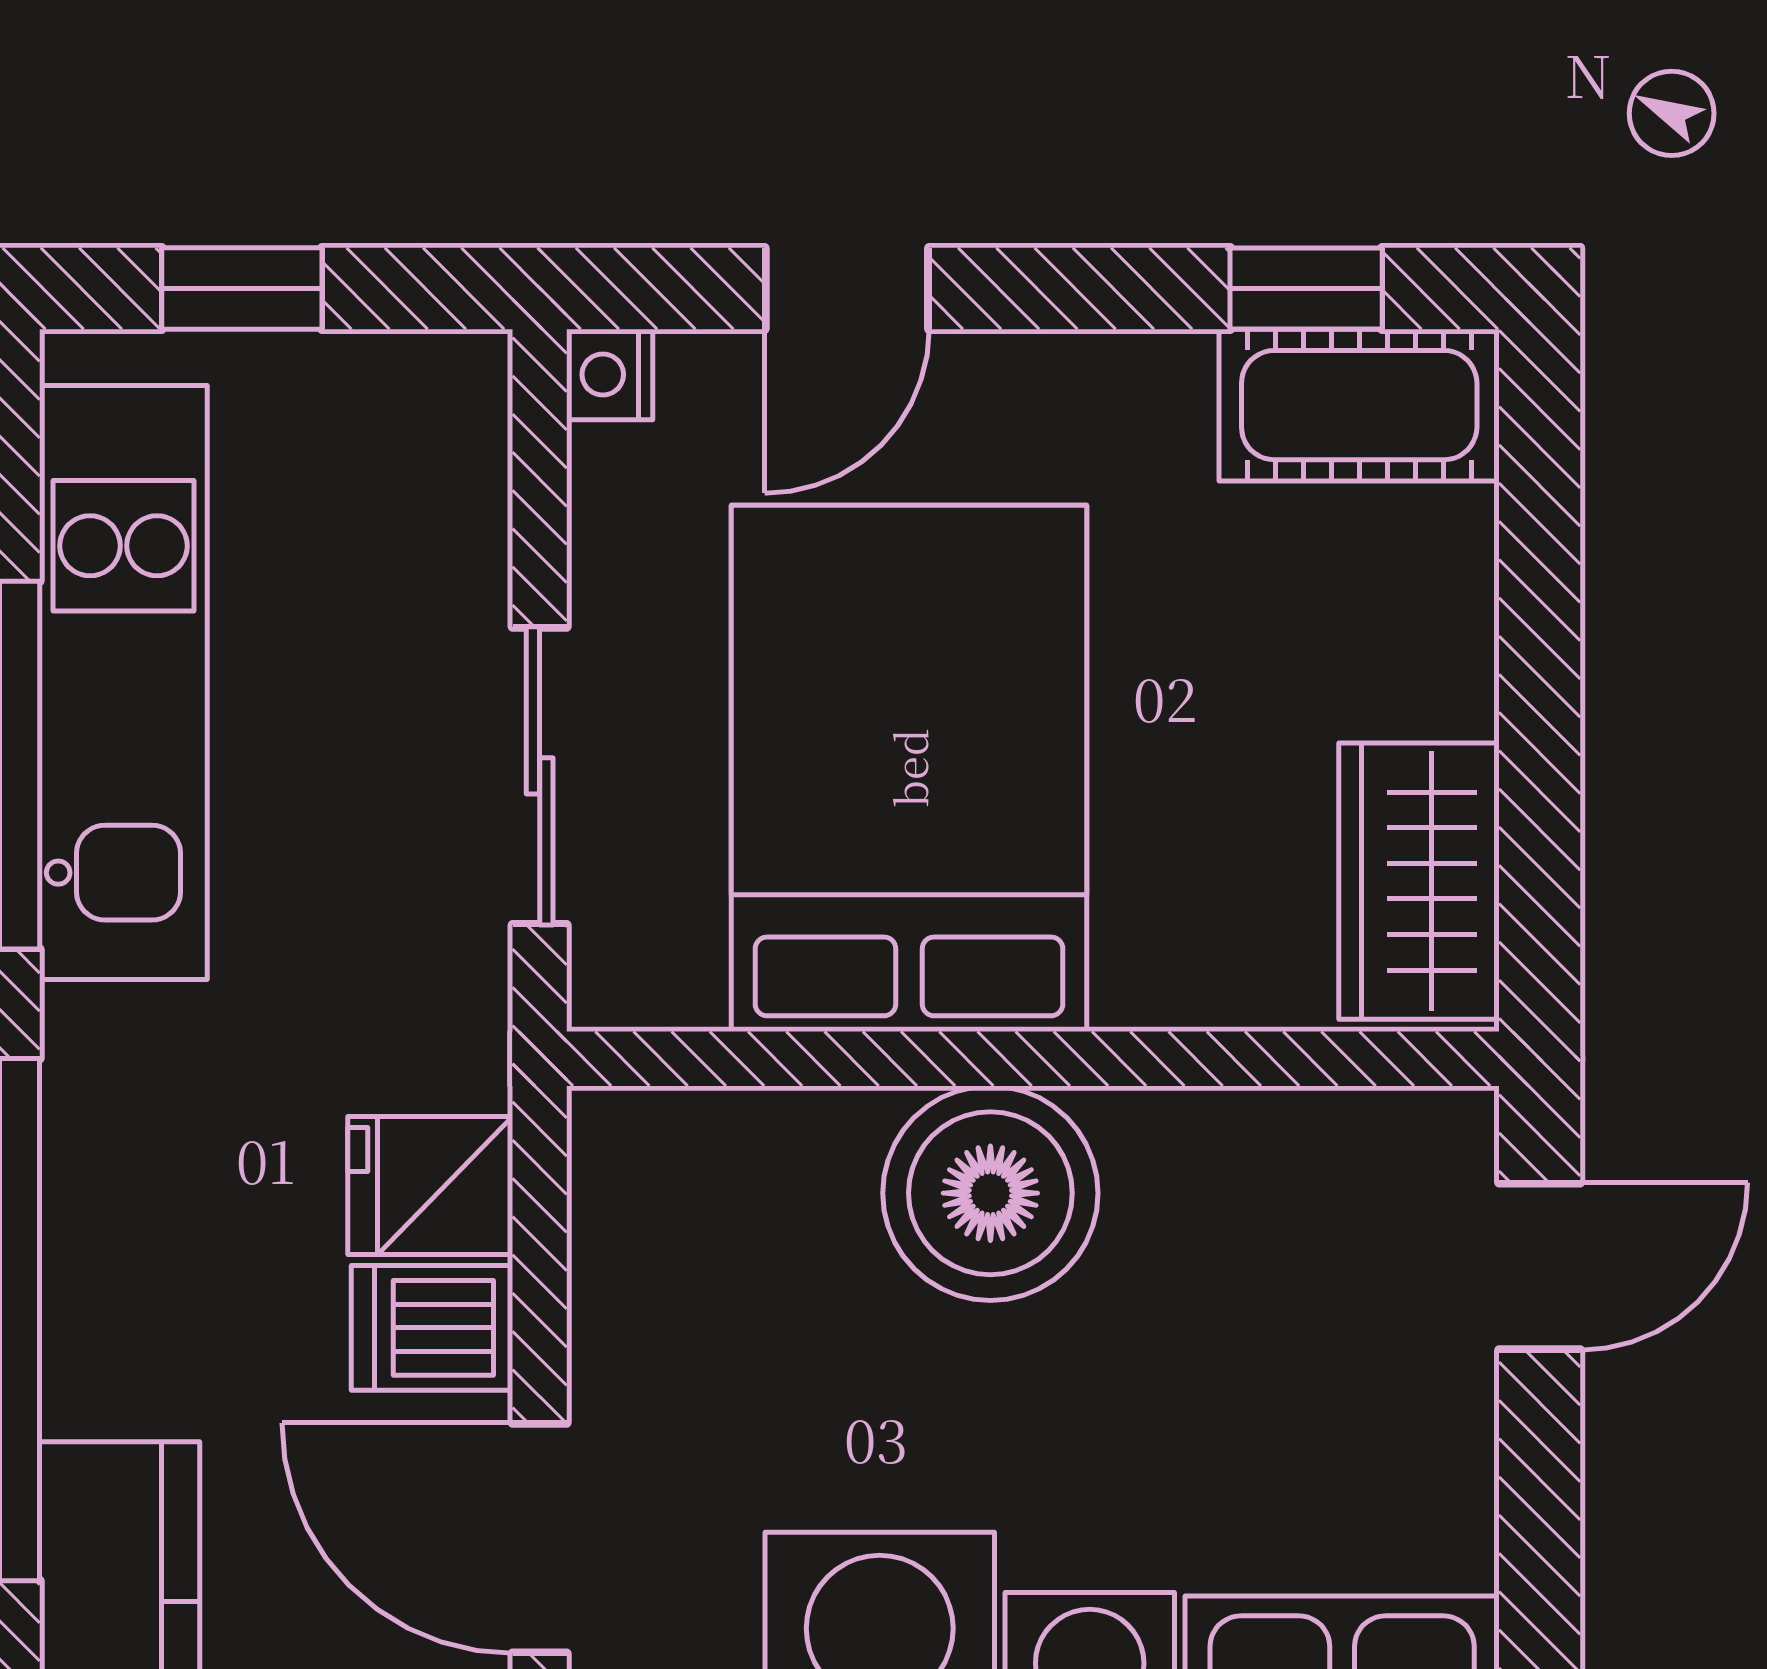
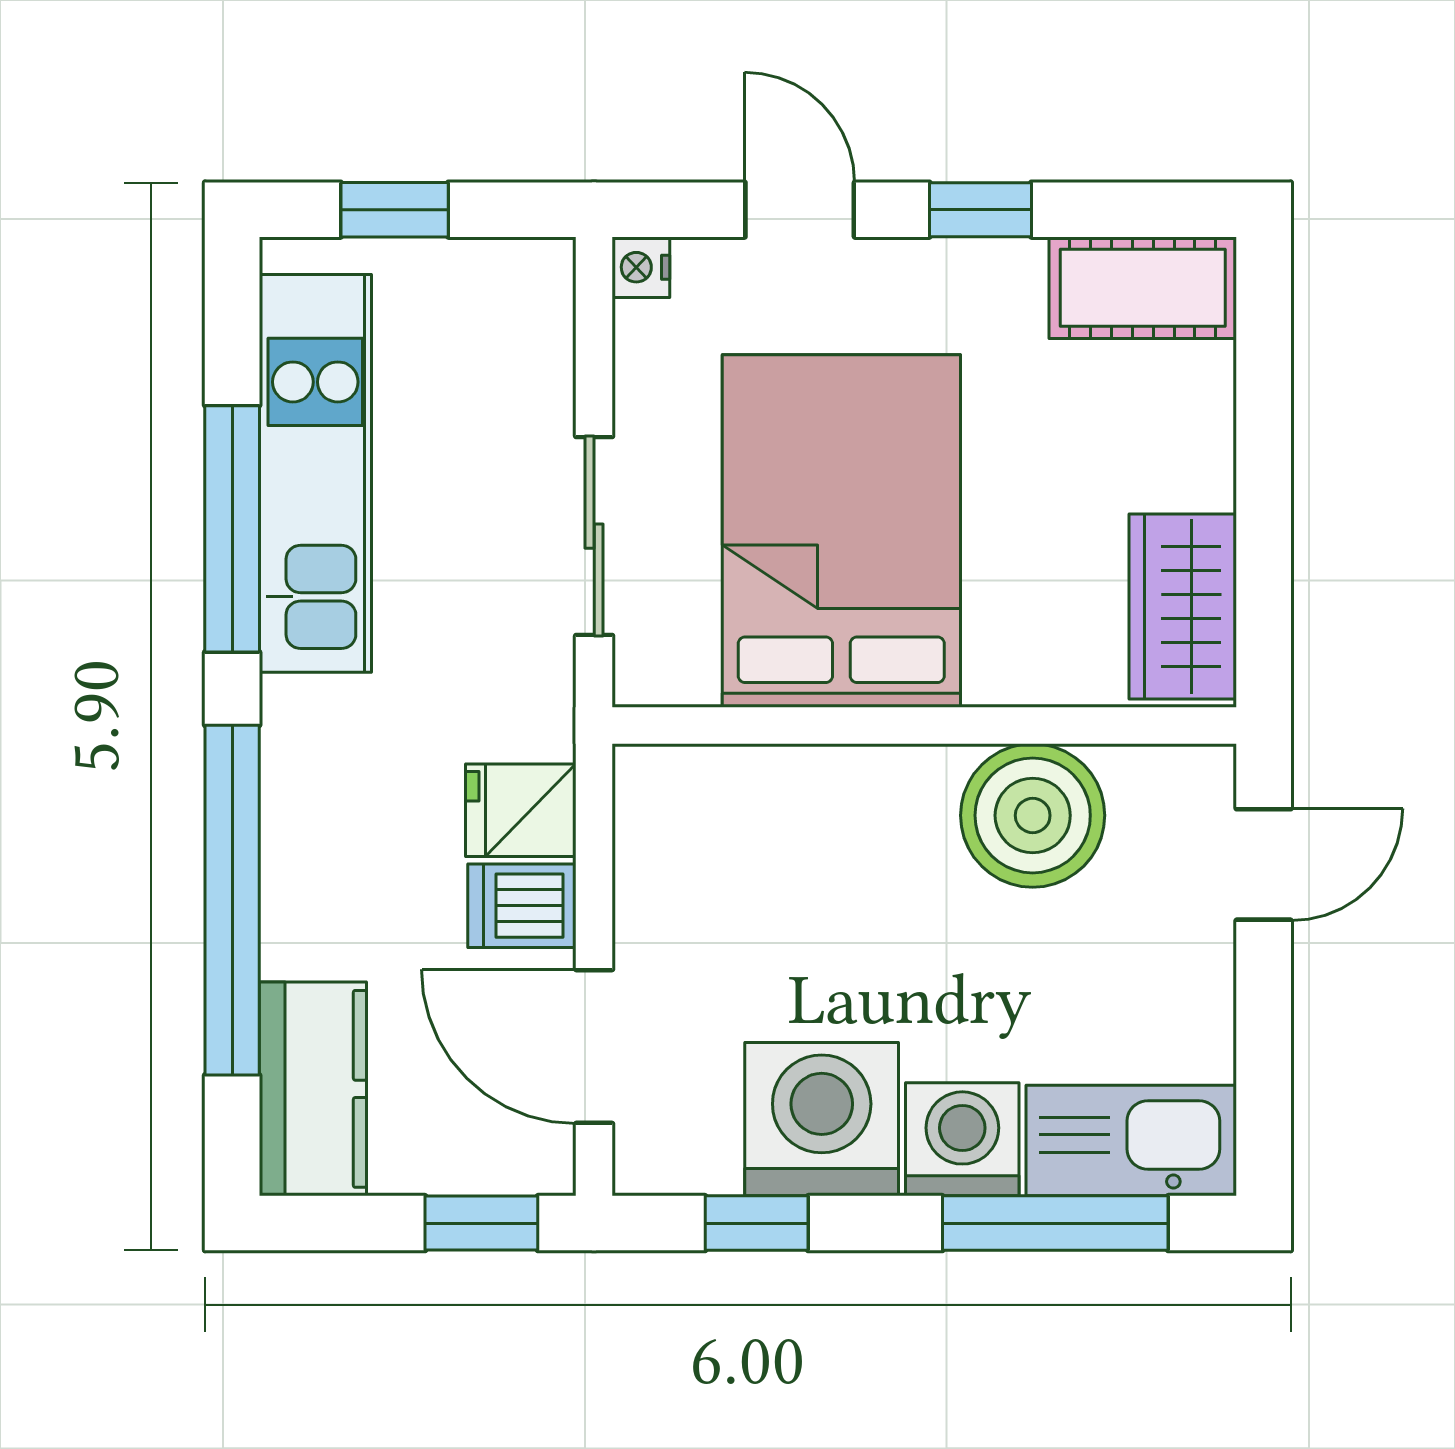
door: (847, 288) -> (800, 210), swing flipped
window: (1306, 288) -> (980, 210), moved
boiler: (990, 1193) -> (1033, 815), moved

